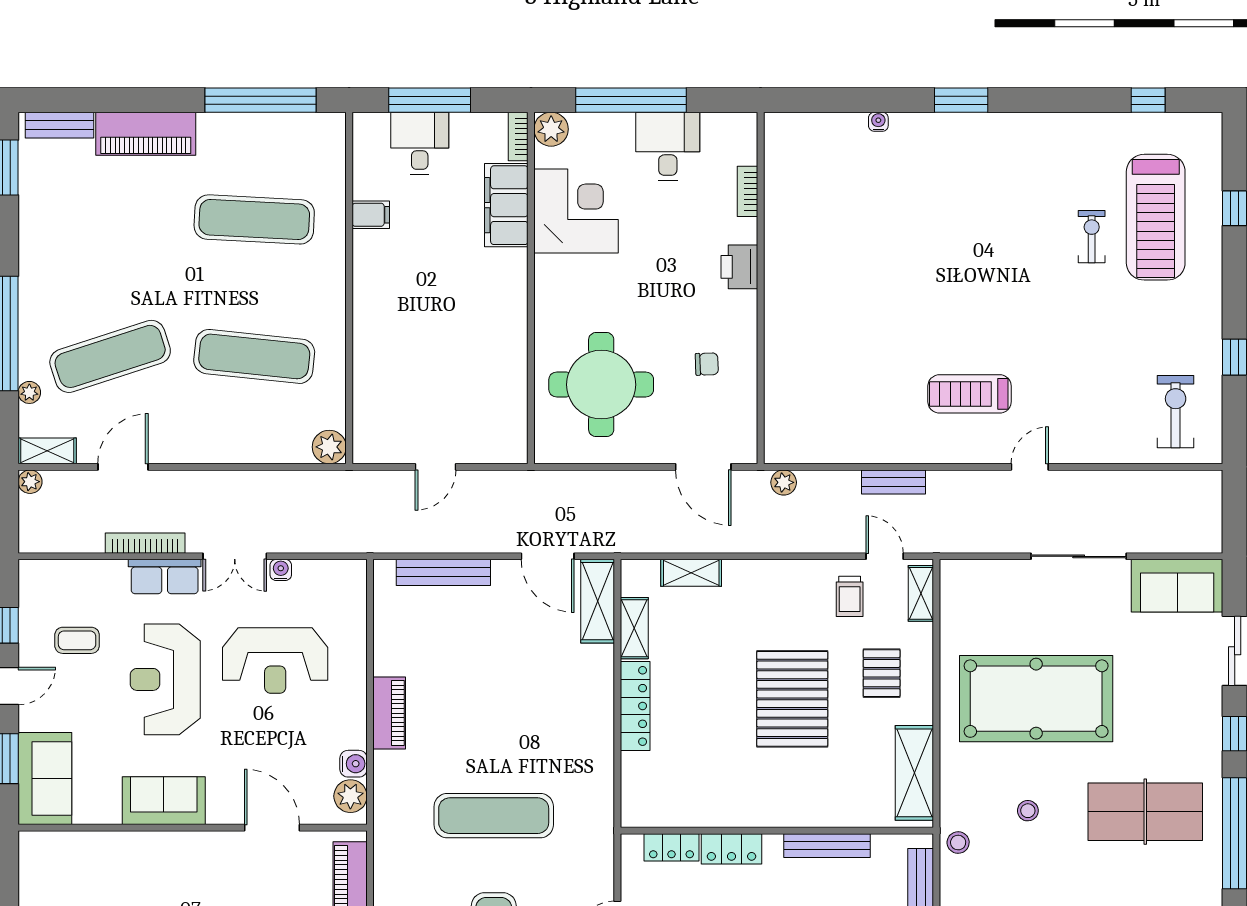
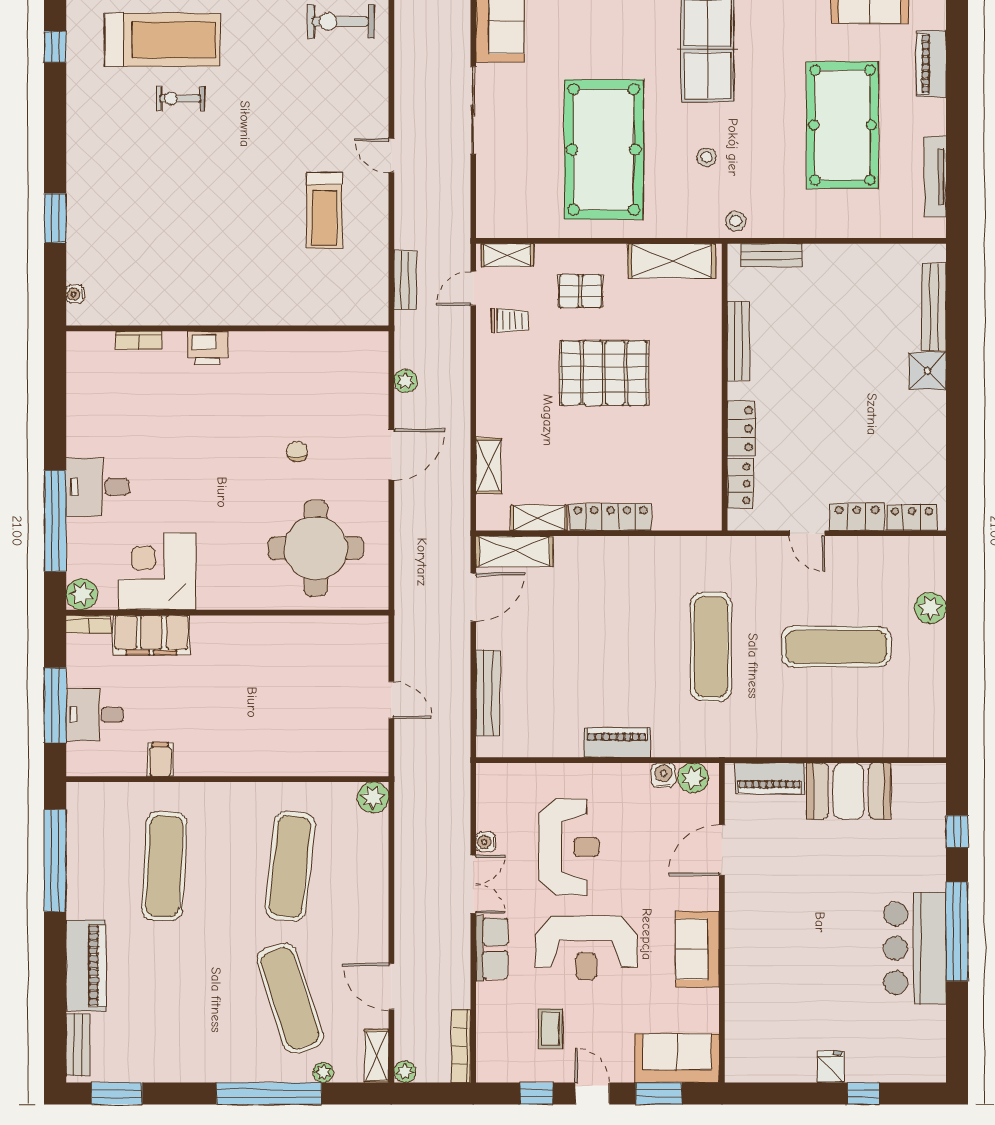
bookcase: (747, 191) -> (139, 340), moved
printer: (739, 267) -> (208, 348), moved
wall: (761, 288) -> (227, 328), moved
bookcase: (145, 543) -> (461, 1046), moved

